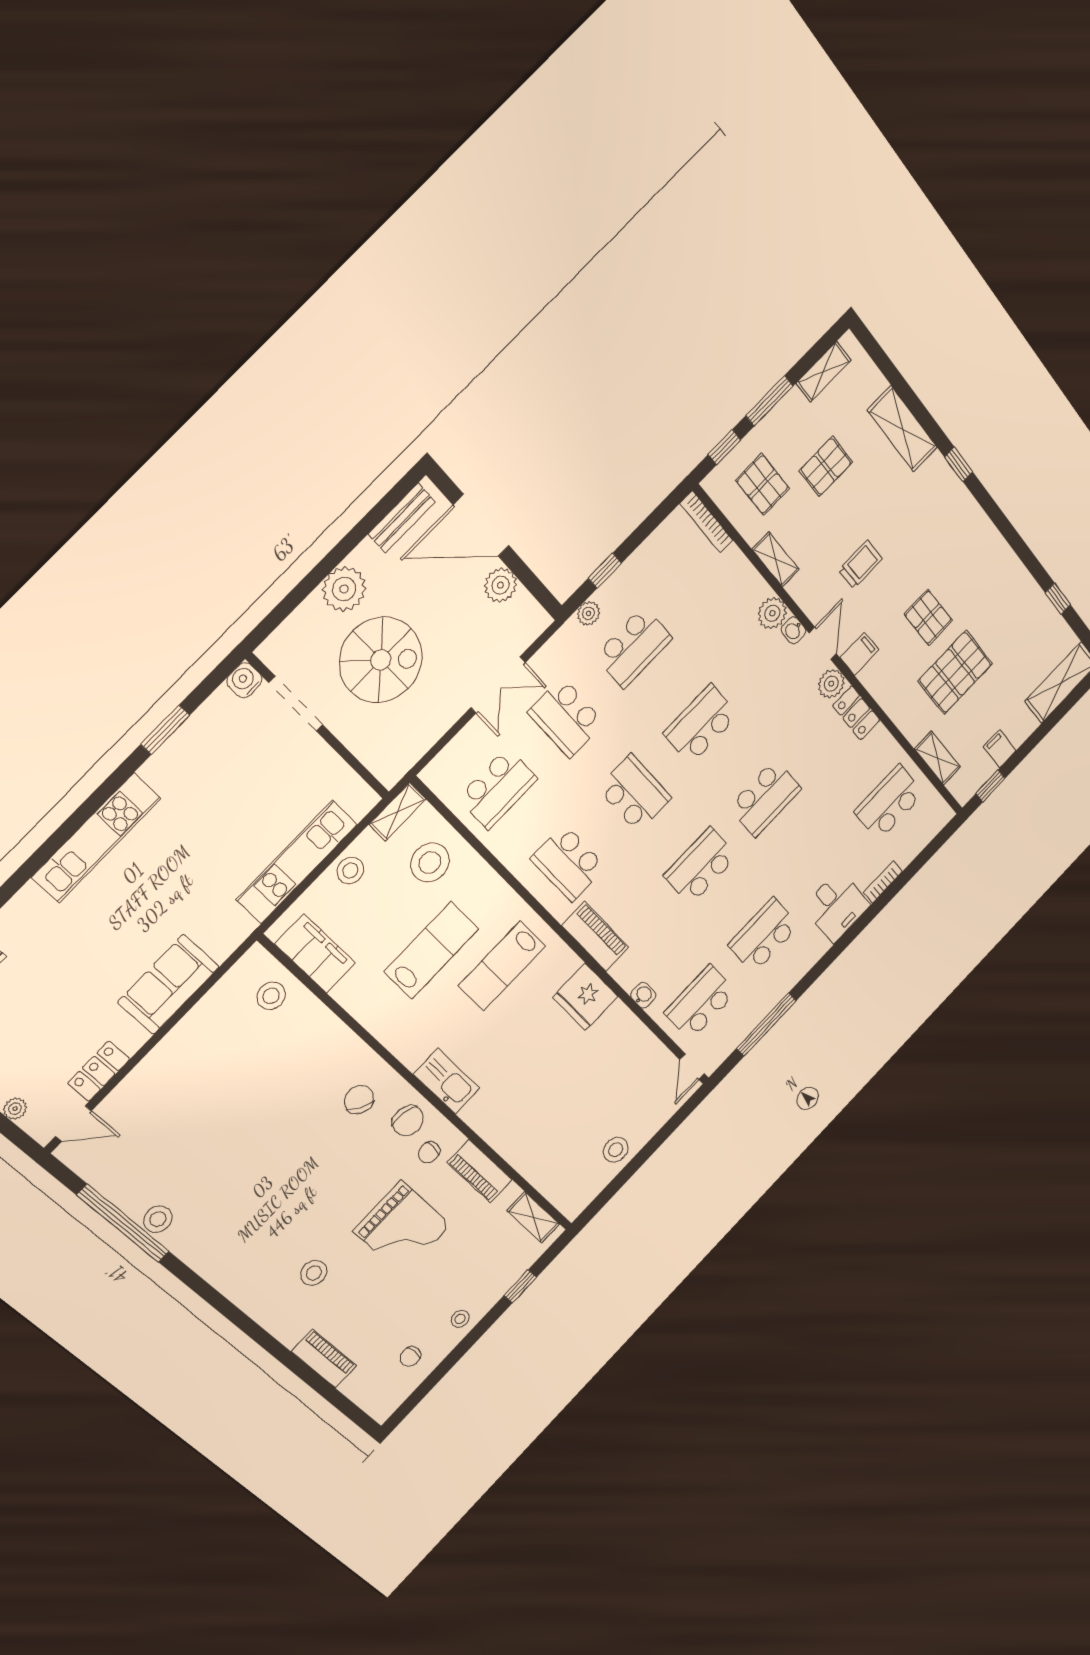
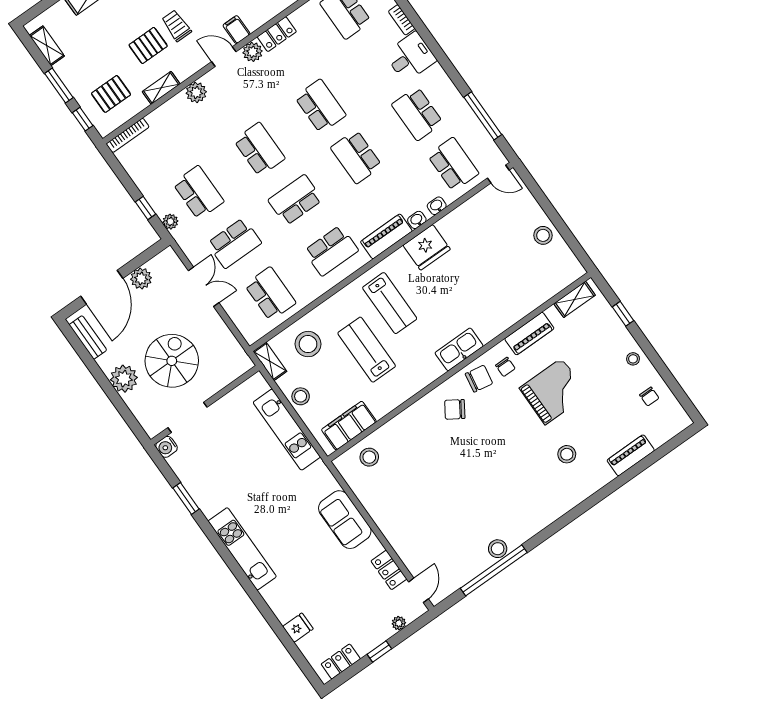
pallet: (826, 466) -> (148, 45), moved, turned 90
washbasin: (794, 630) -> (417, 220), moved, turned 180
school desk: (701, 724) -> (259, 149), turned 180
school desk: (700, 1002) -> (453, 164), turned 180

